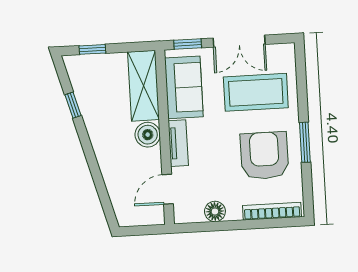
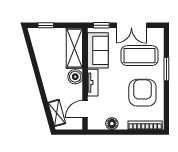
window: (73, 105) -> (33, 57), removed
window: (305, 142) -> (166, 69), moved
shelving: (119, 199) -> (57, 113), added

